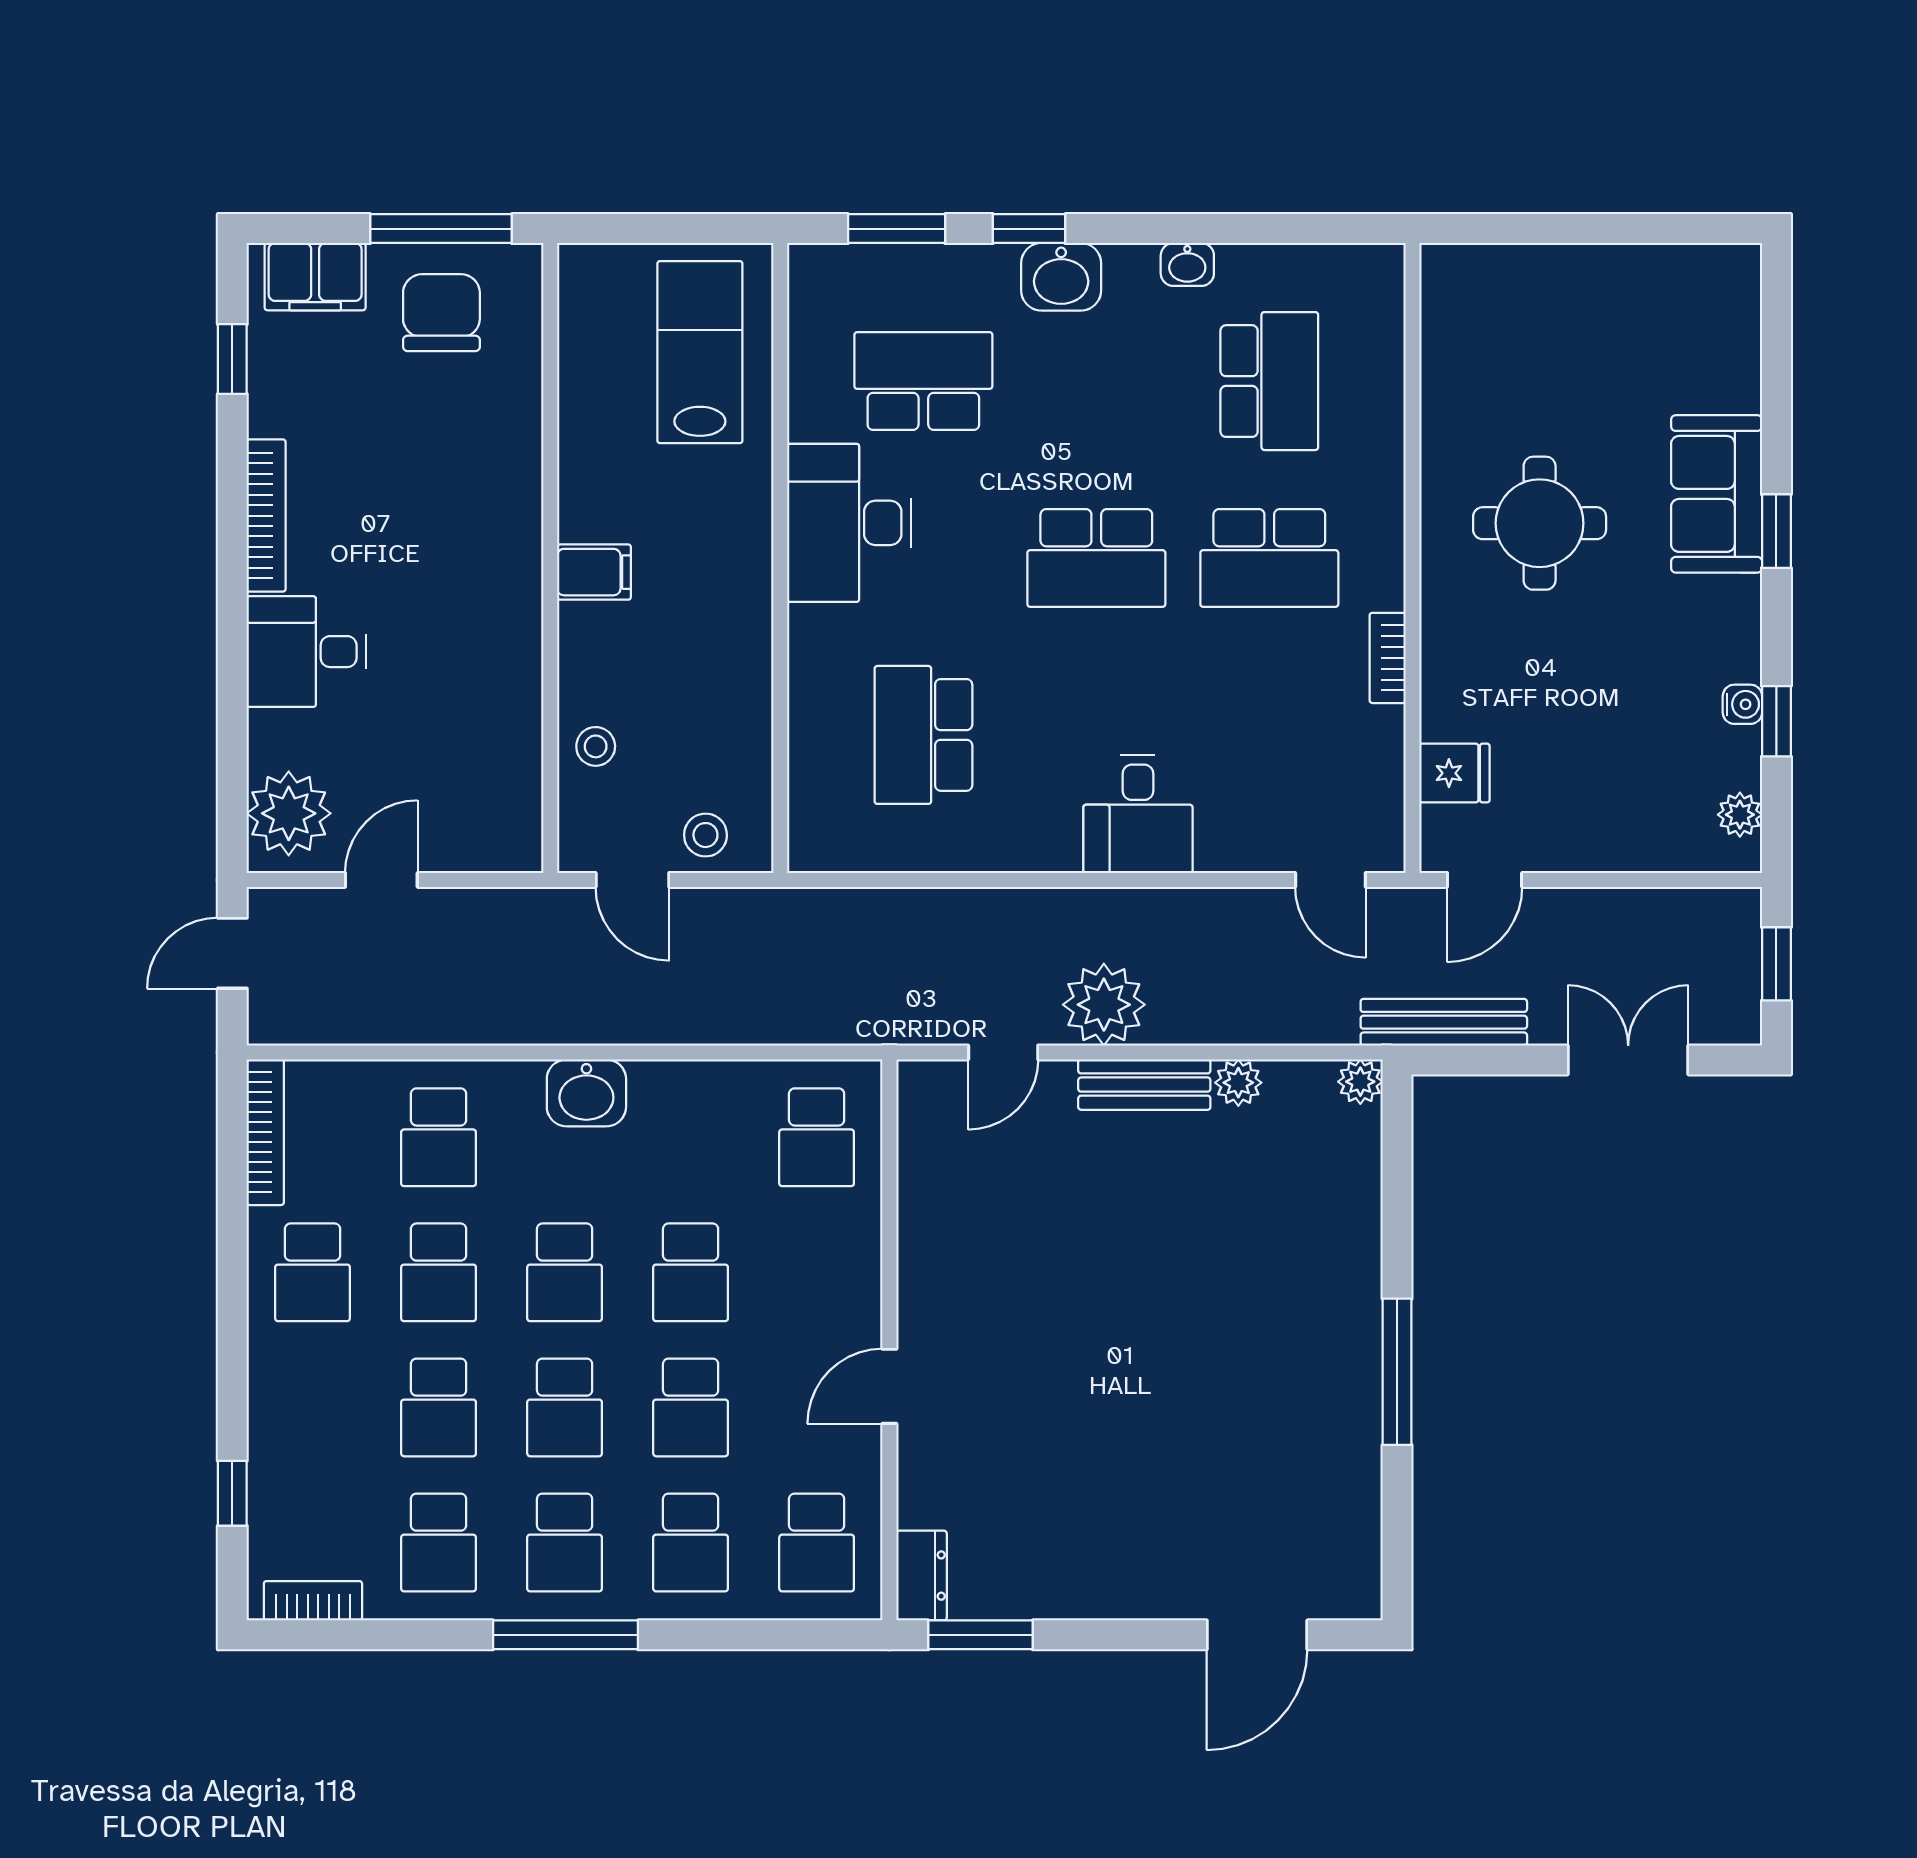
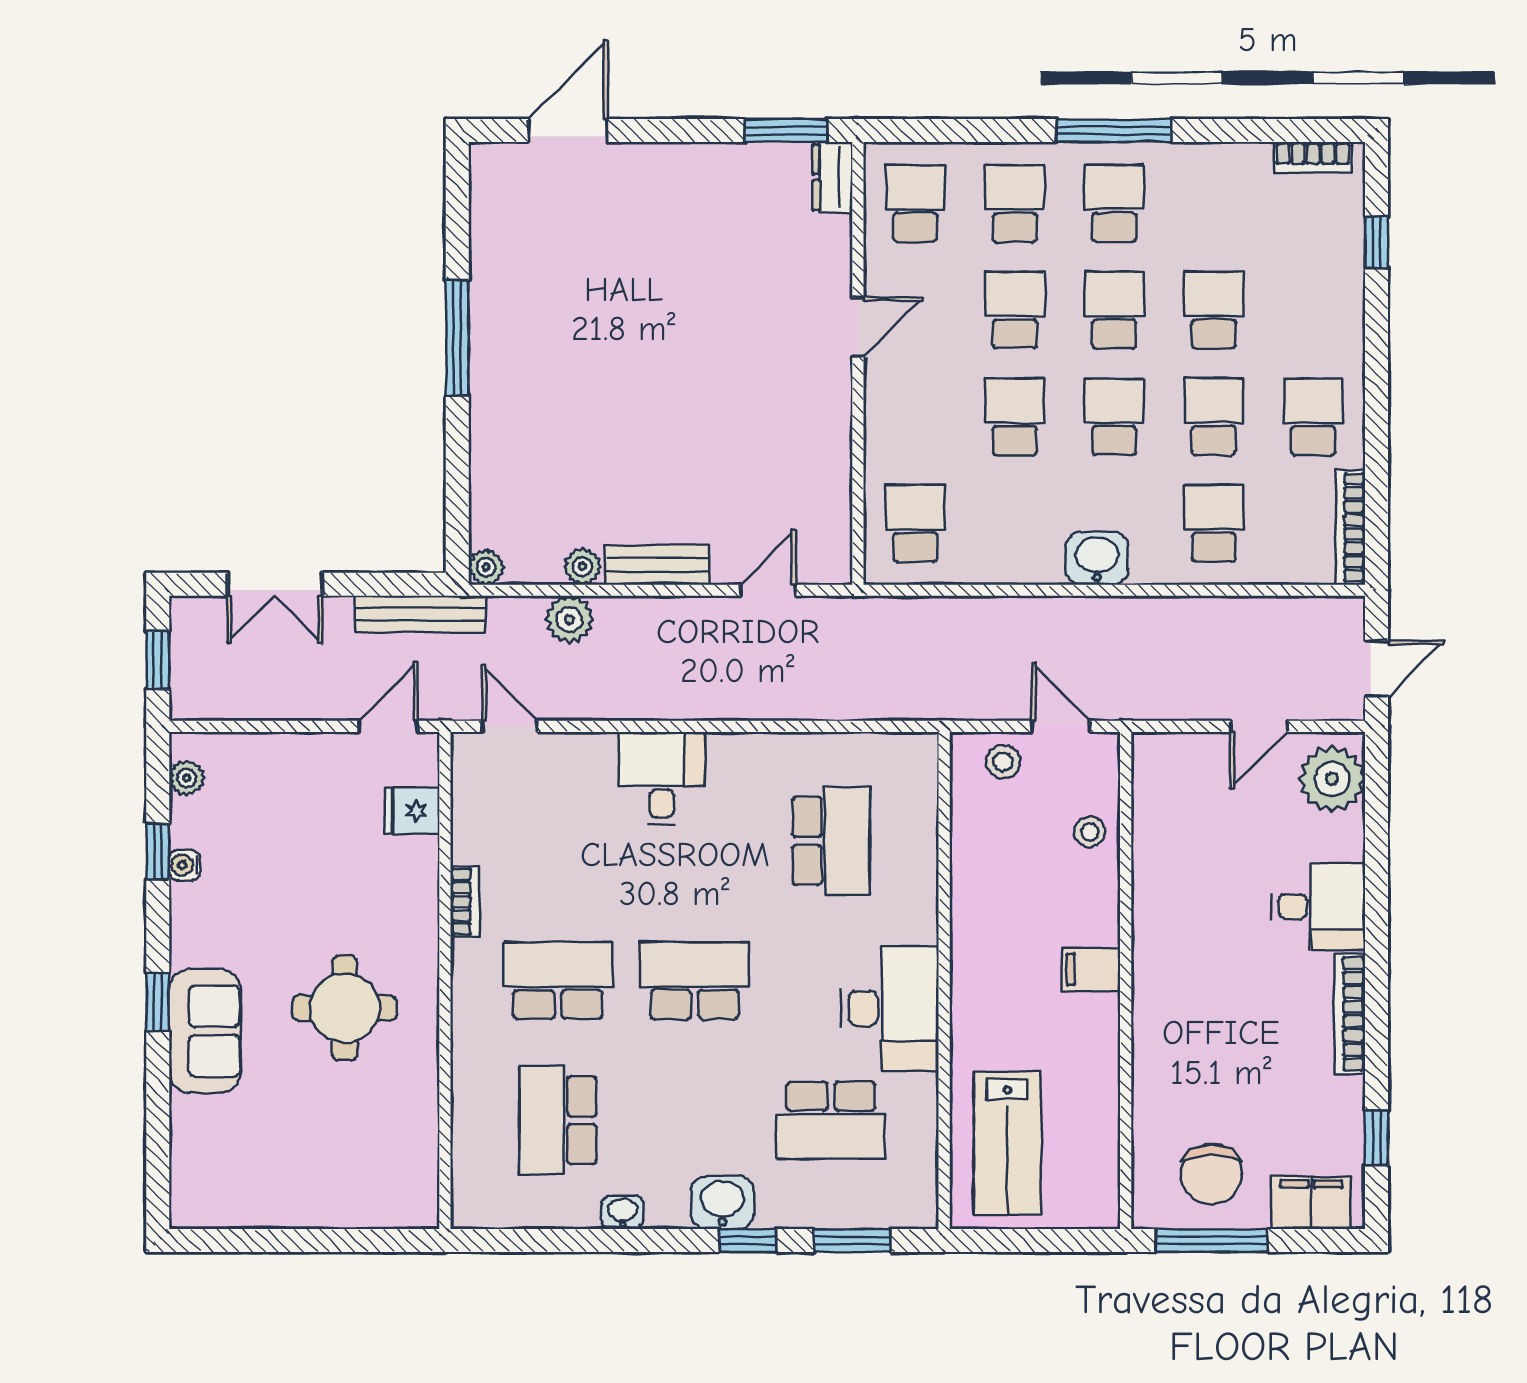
plant: (1104, 1005) -> (569, 619), moved, width x0.73, depth x0.73
school desk: (439, 1542) -> (1214, 203), removed

